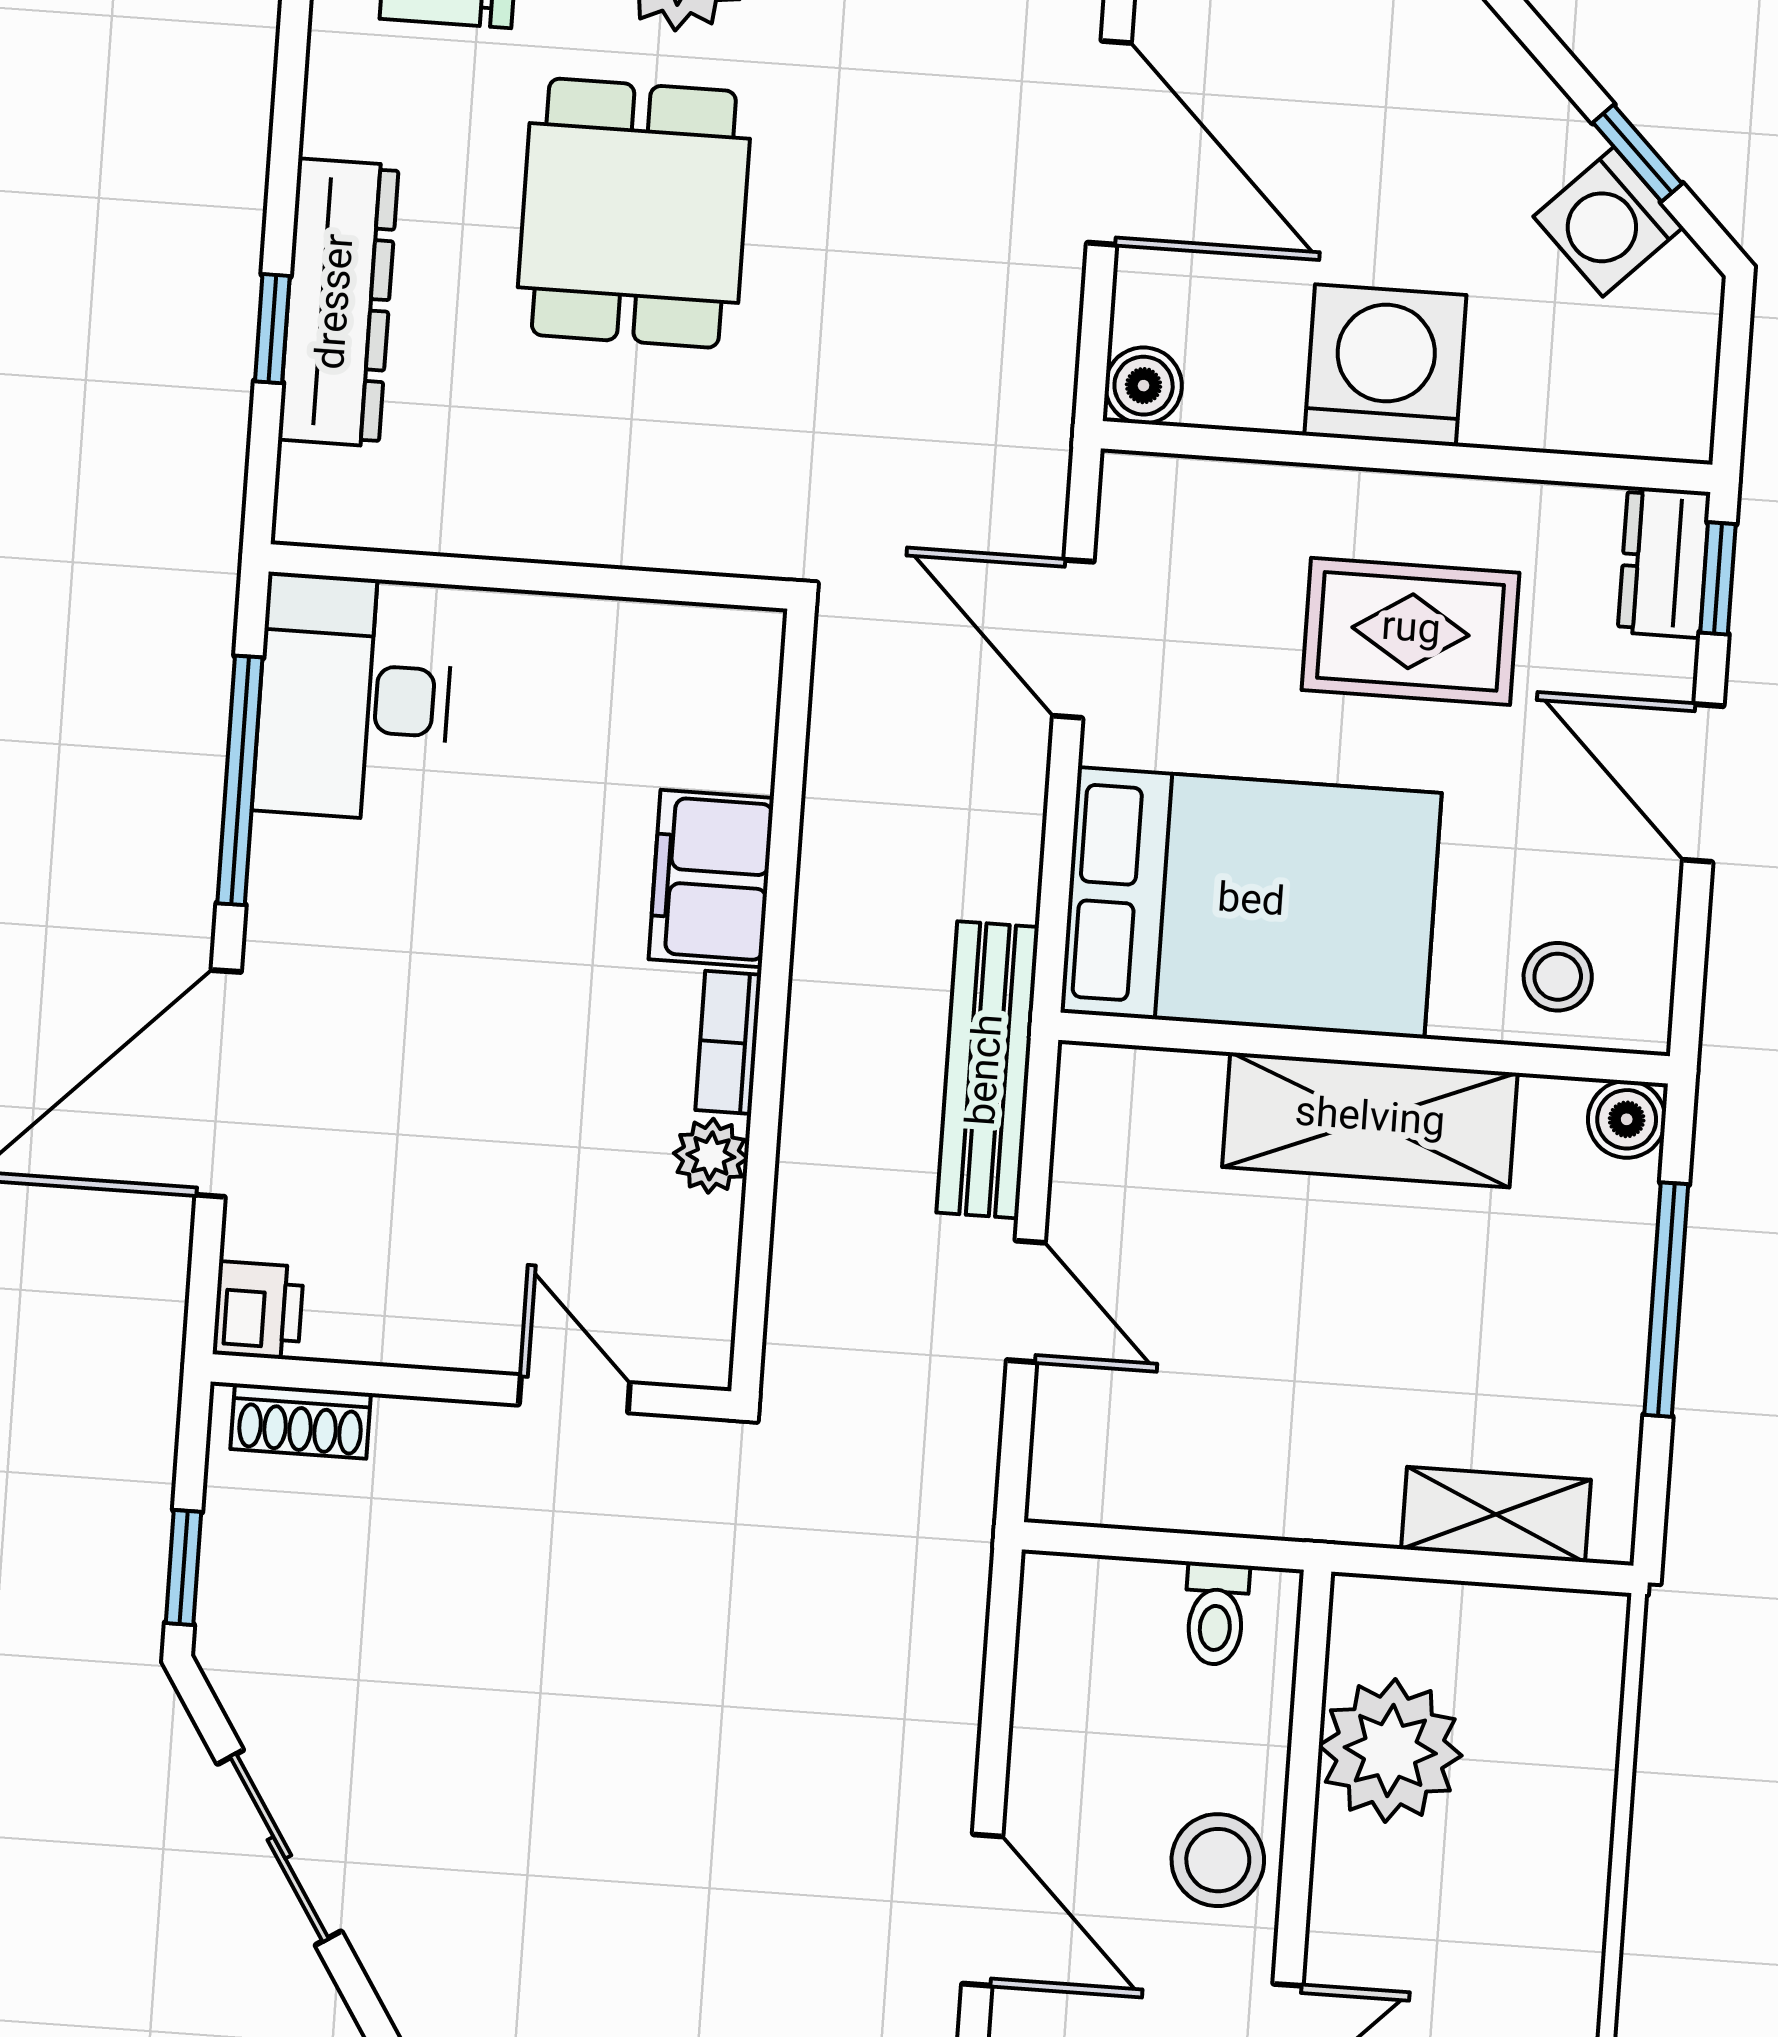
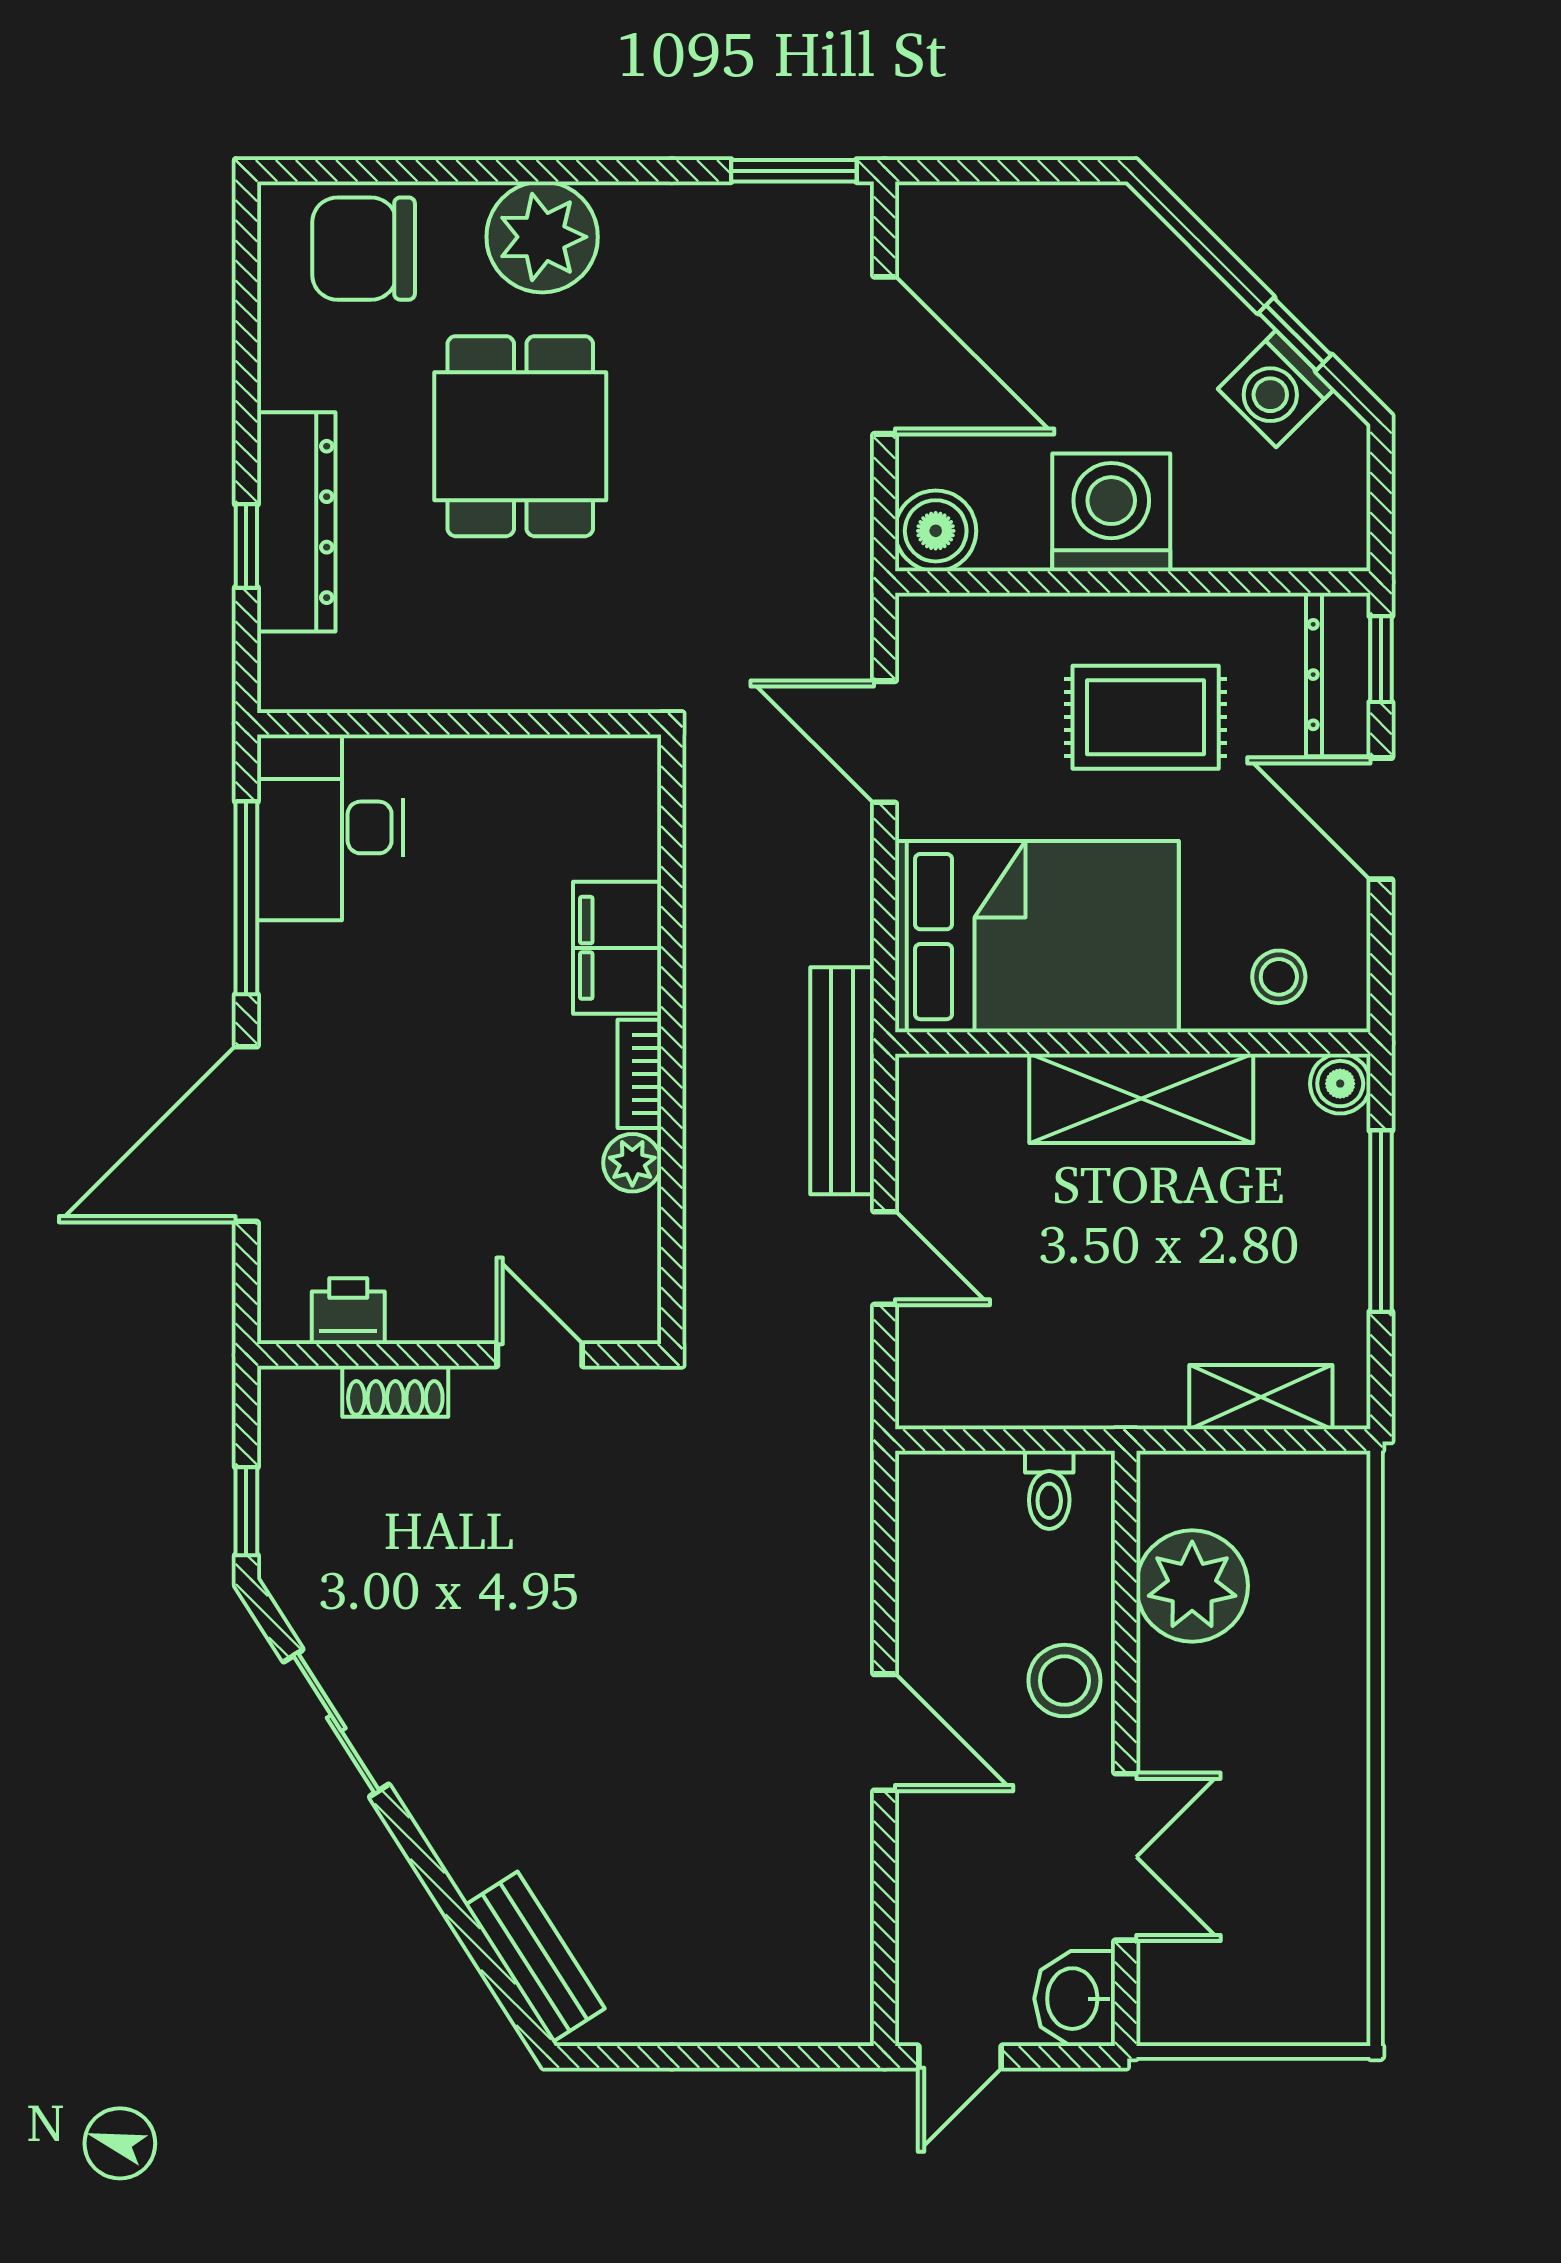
boiler: (1144, 386) -> (936, 531), width x1.36, depth x1.36
dresser: (1664, 562) -> (1338, 675), width x1.44
printer: (258, 1311) -> (348, 1311), moved, turned -90
shoe rack: (301, 1421) -> (395, 1391), moved

